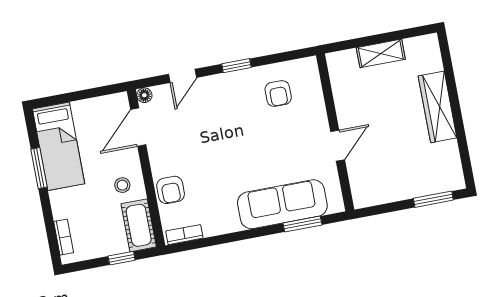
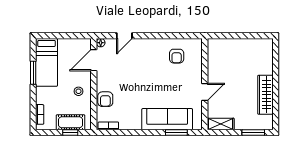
shelving: (381, 53) -> (221, 124), moved
window: (236, 66) -> (156, 36), removed
wardrobe: (438, 107) -> (265, 95), moved
cot: (139, 225) -> (71, 122), moved, turned 90

